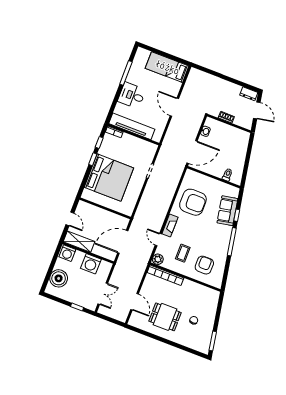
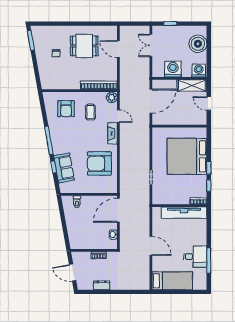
dresser: (249, 94) -> (102, 285), moved
desk: (132, 95) -> (195, 257), moved

